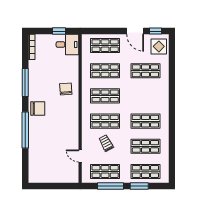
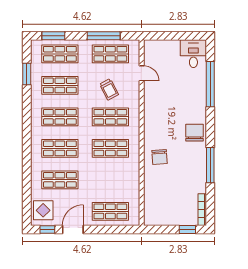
window: (59, 31) -> (187, 230), moved
door: (135, 31) -> (73, 230), hinge flipped
desk: (67, 45) -> (193, 54), moved, turned 90
shop shelf: (105, 71) -> (60, 148), moved
chair: (38, 109) -> (194, 133), turned 90
window: (25, 130) -> (210, 84), moved
window: (172, 155) -> (27, 74), added
window: (139, 186) -> (53, 36), moved

